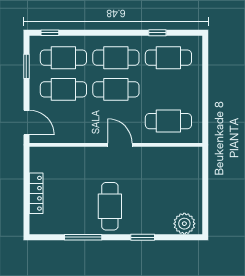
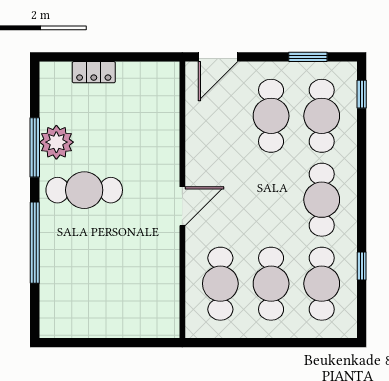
cafe table: (116, 89) -> (271, 284), moved
locker: (36, 193) -> (94, 72), width x0.66
plant: (184, 224) -> (56, 142), moved
window: (143, 237) -> (35, 243), width x2.11

